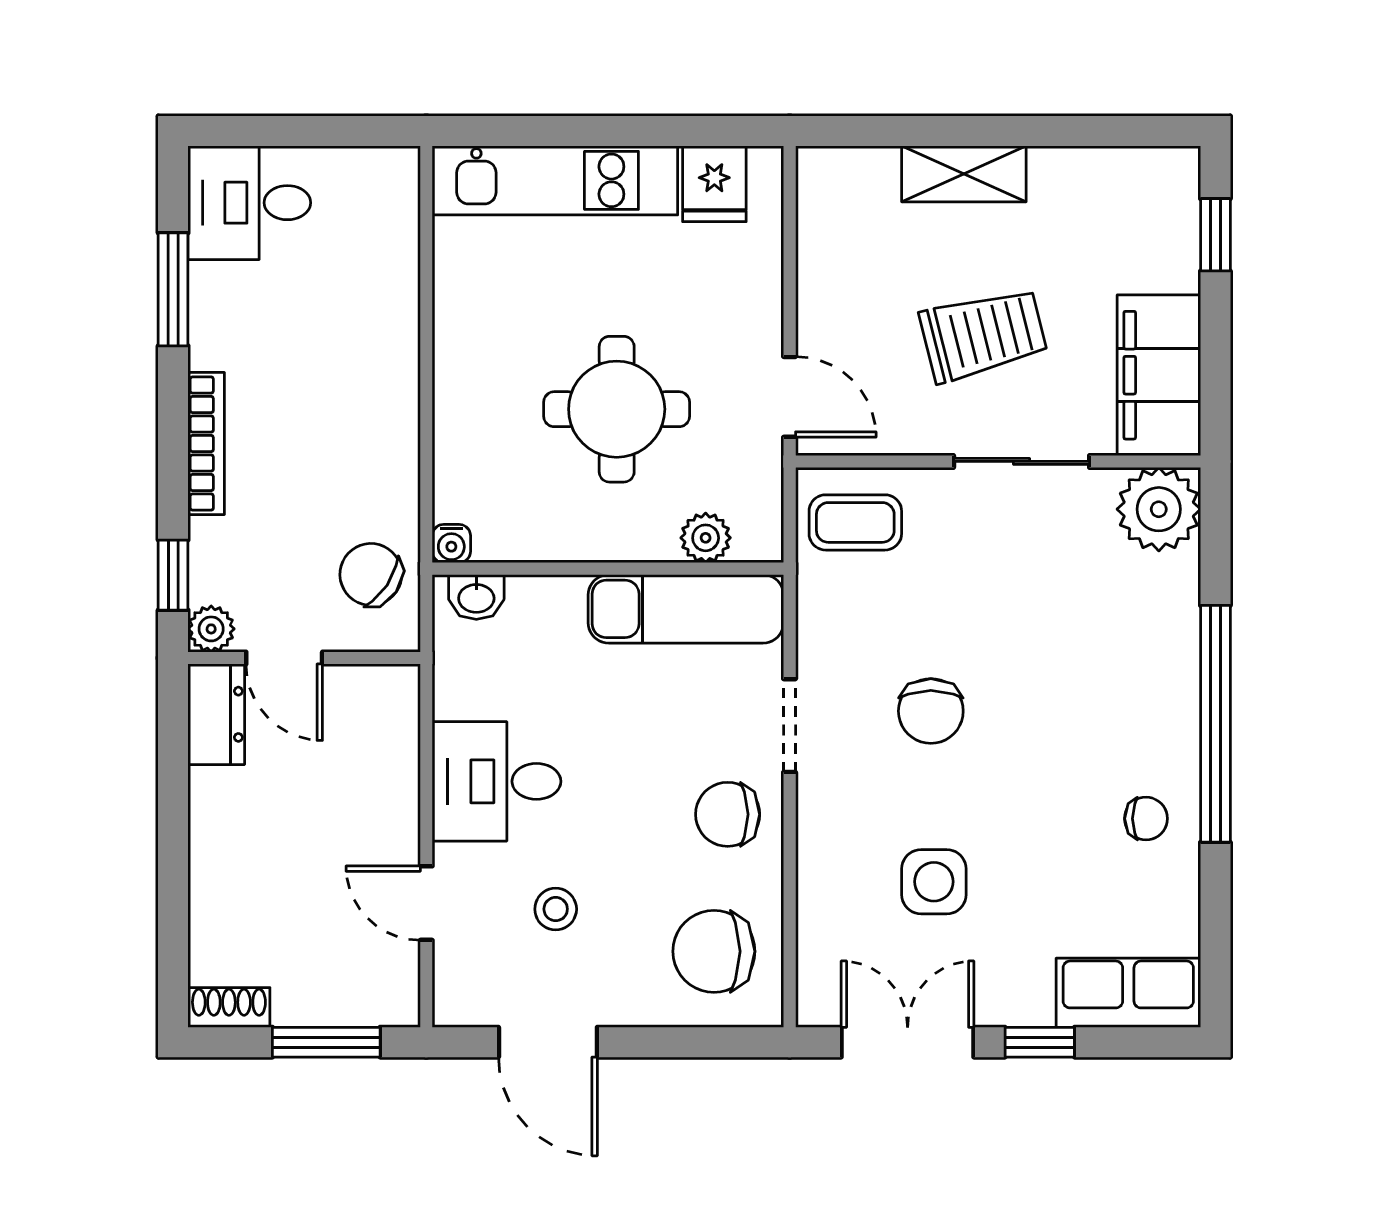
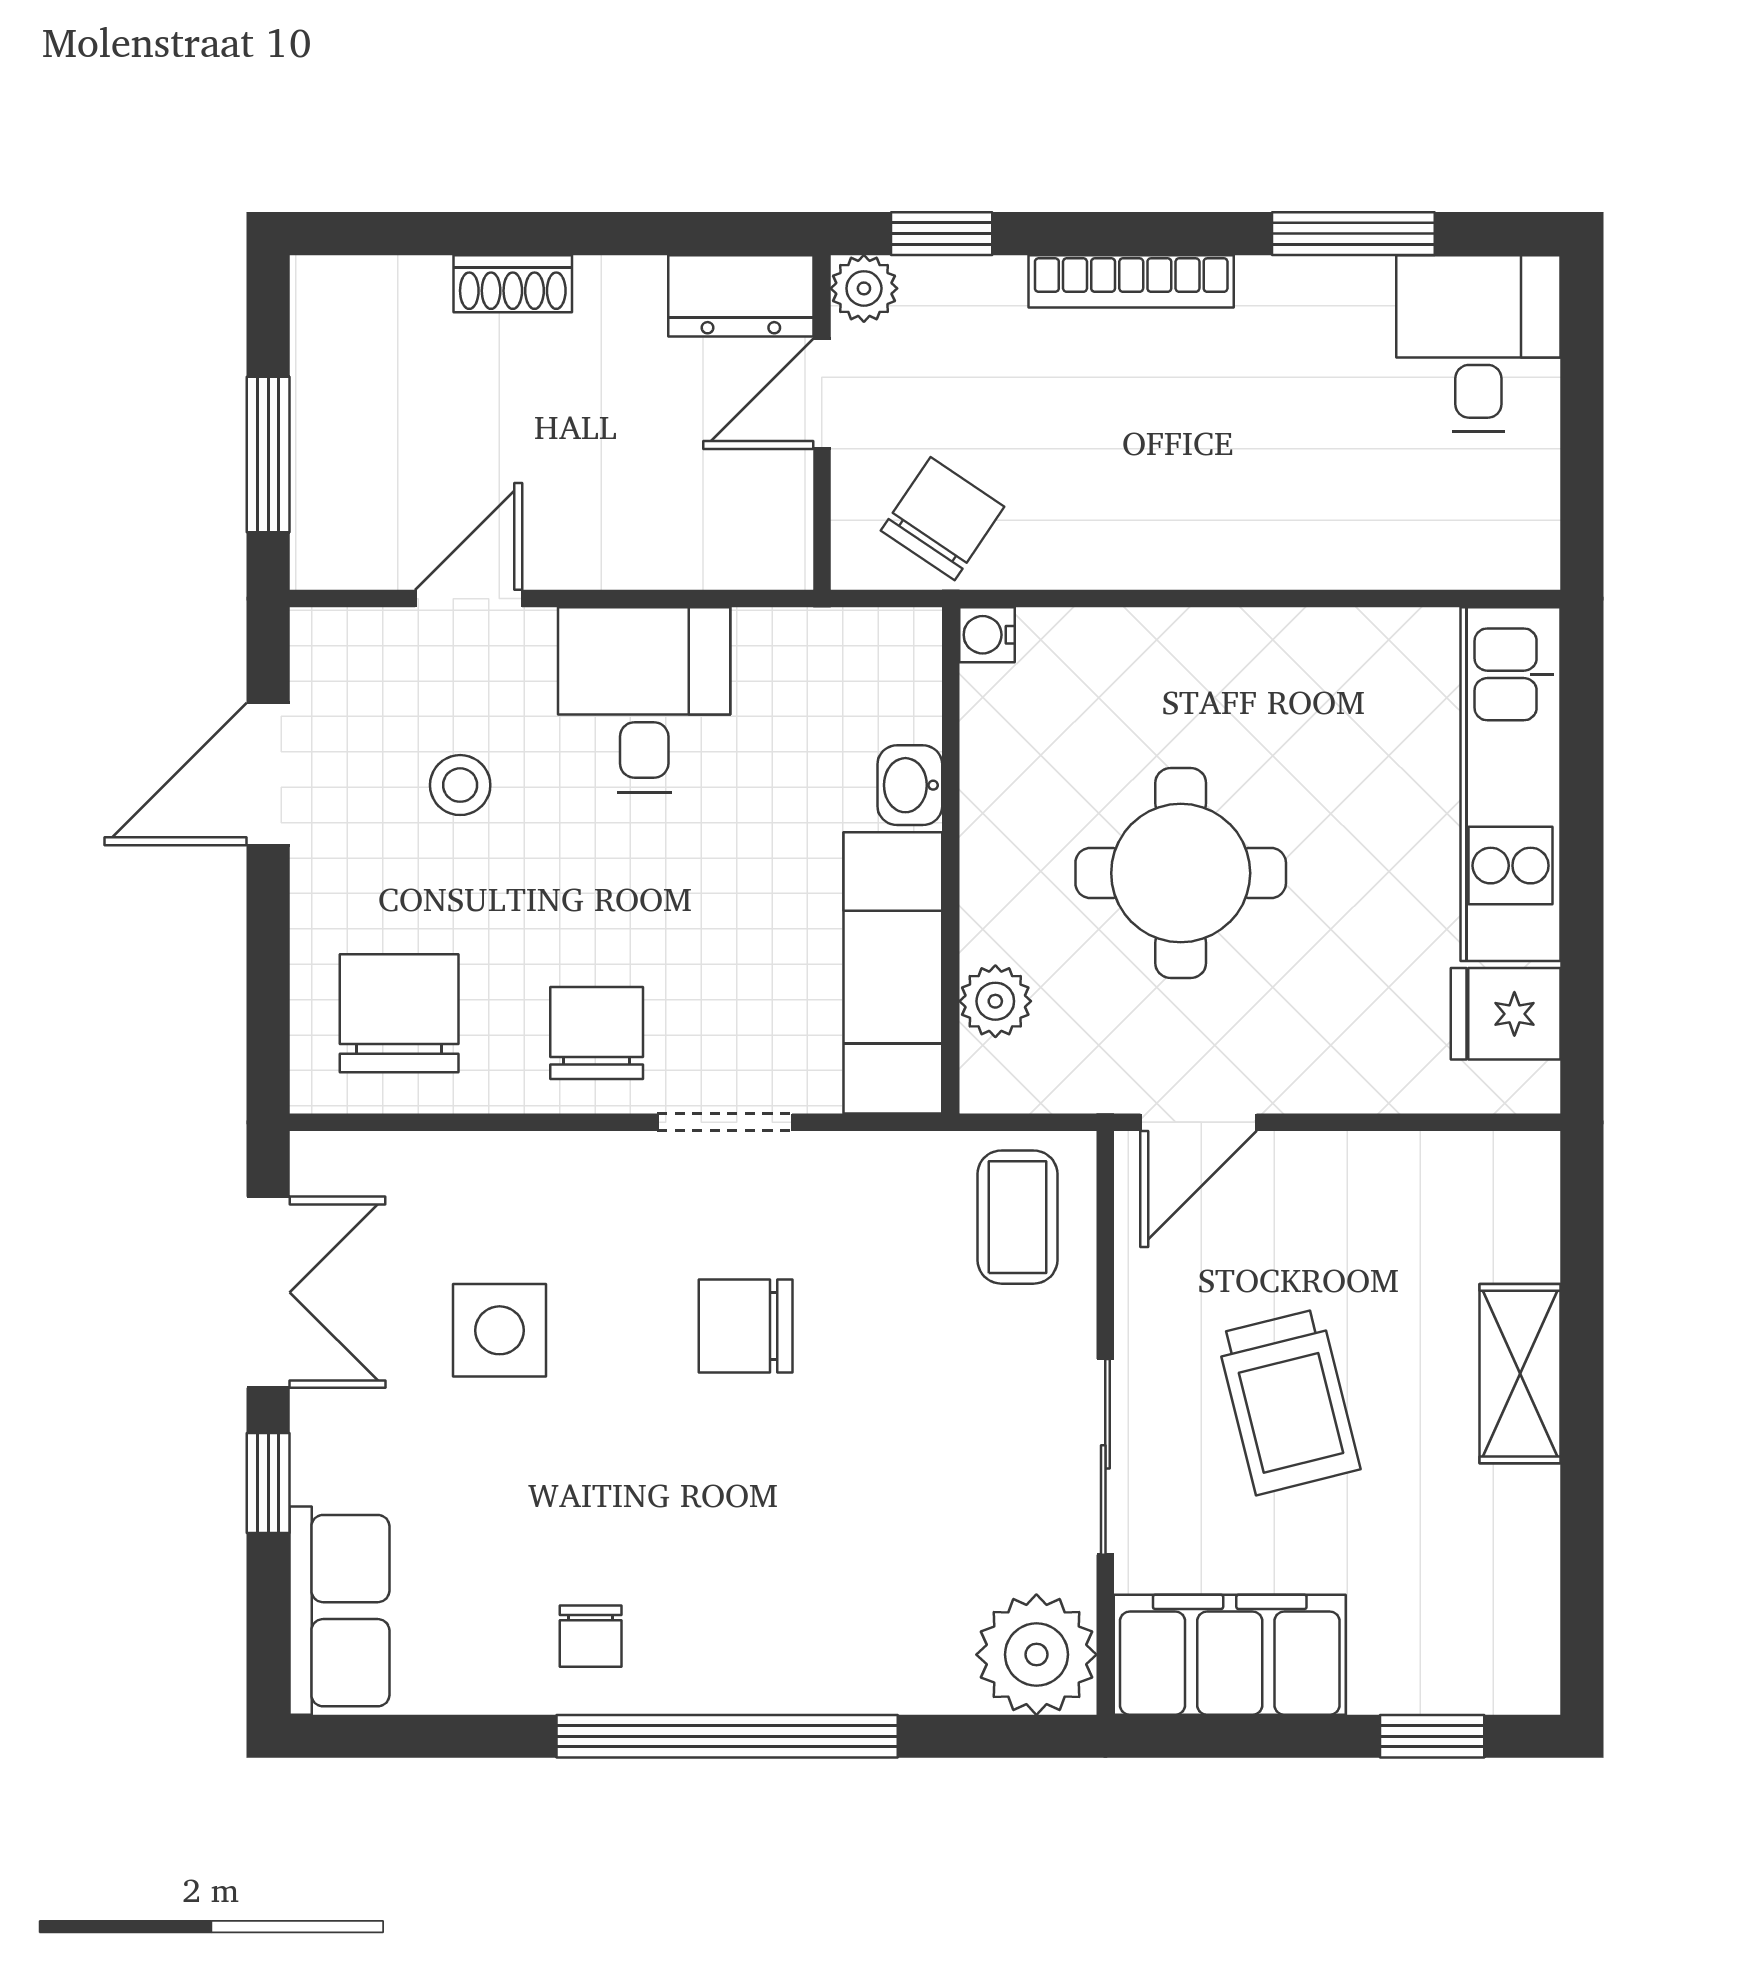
washbasin: (476, 597) -> (910, 785), moved
shoe rack: (229, 1007) -> (513, 284), moved, turned 90

